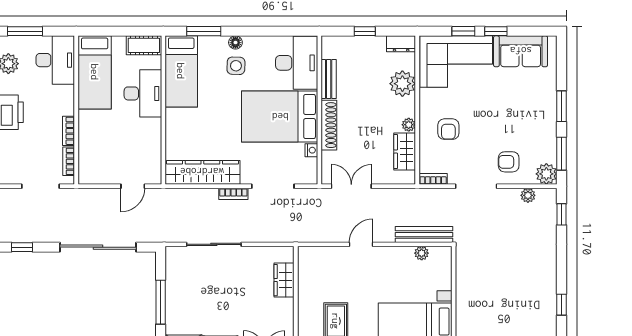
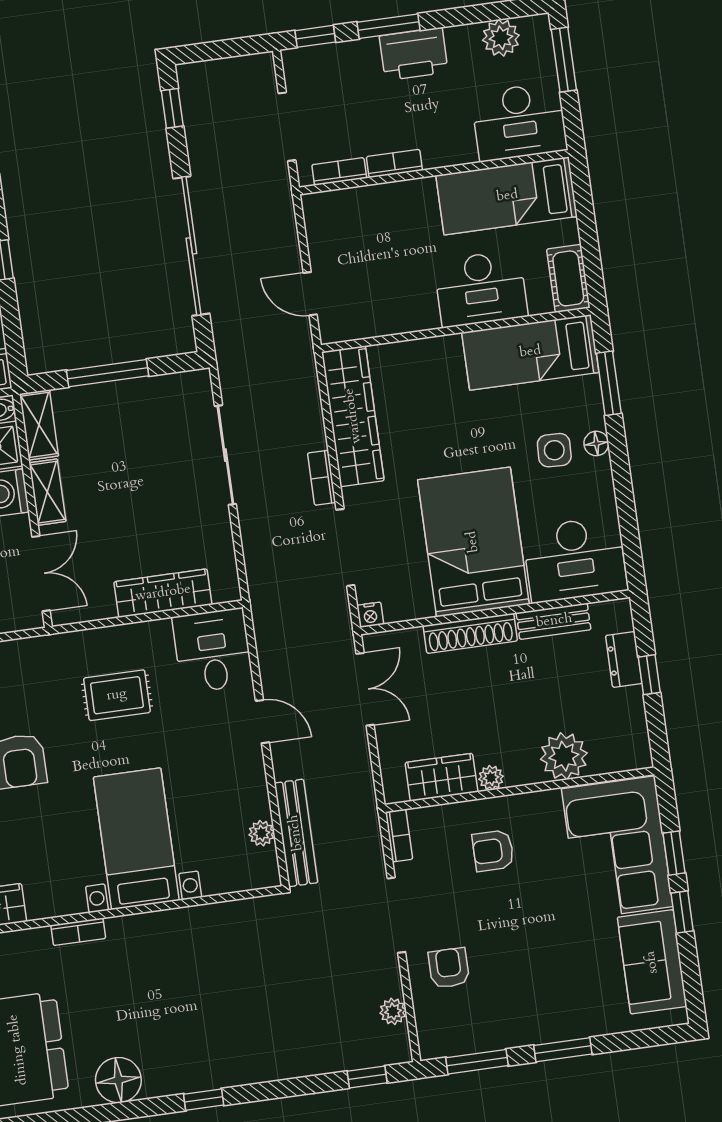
dresser: (401, 44) -> (624, 659), moved
nightstand: (311, 150) -> (370, 615), moved
plant: (546, 174) -> (437, 1039), removed
desk: (319, 266) -> (213, 651), added
wardrobe: (284, 280) -> (163, 593), width x1.50

